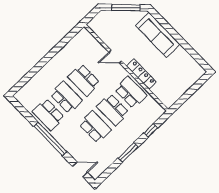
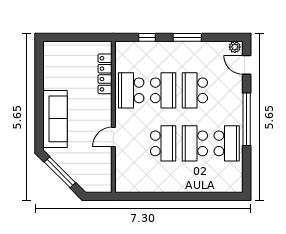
door: (115, 57) -> (113, 137), swing flipped
locker: (141, 74) -> (105, 74), moved
plant: (96, 173) -> (235, 47), added

